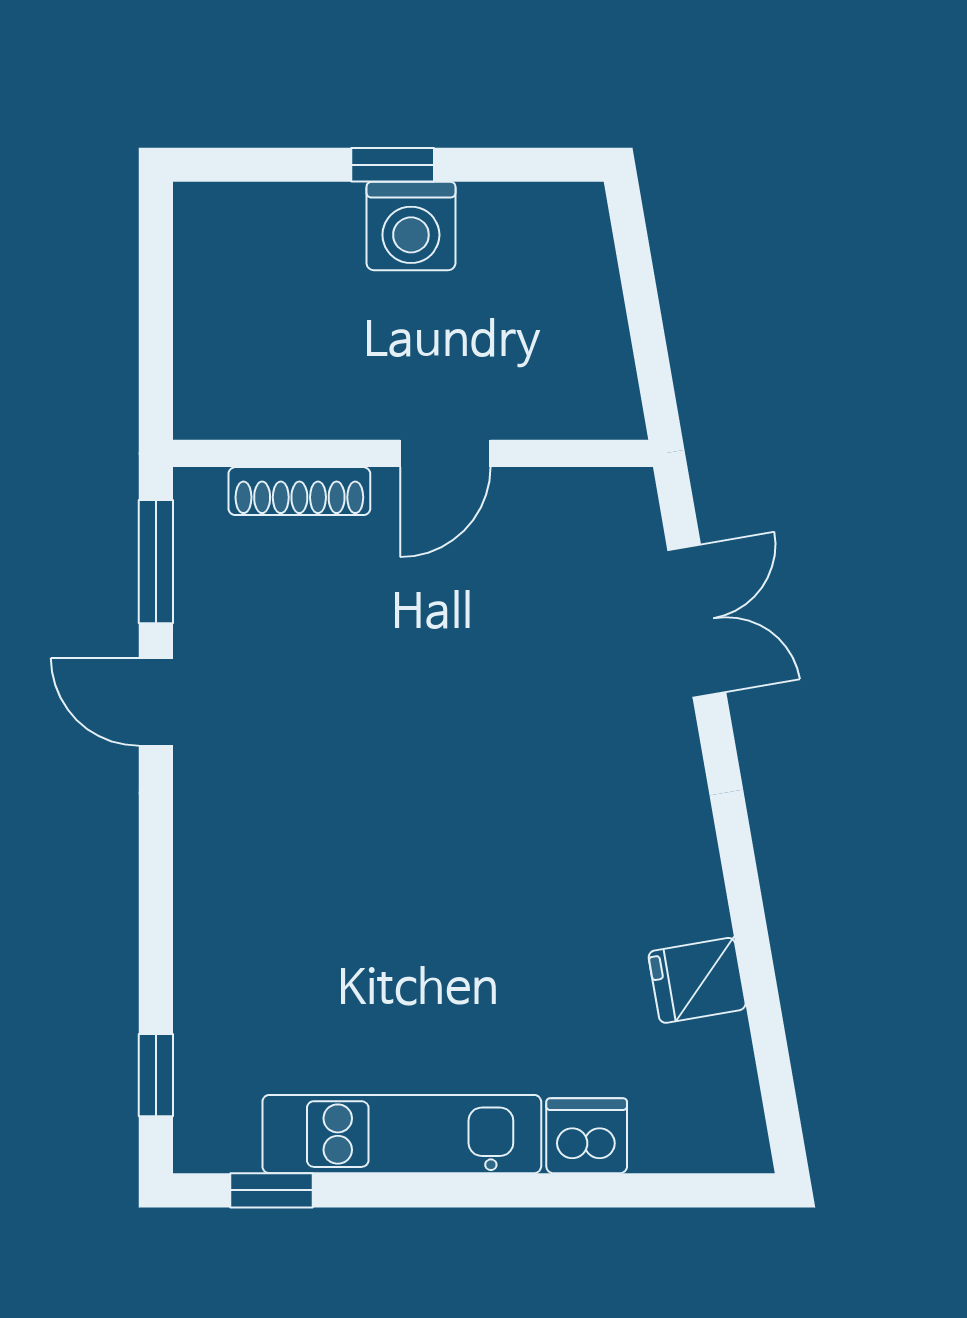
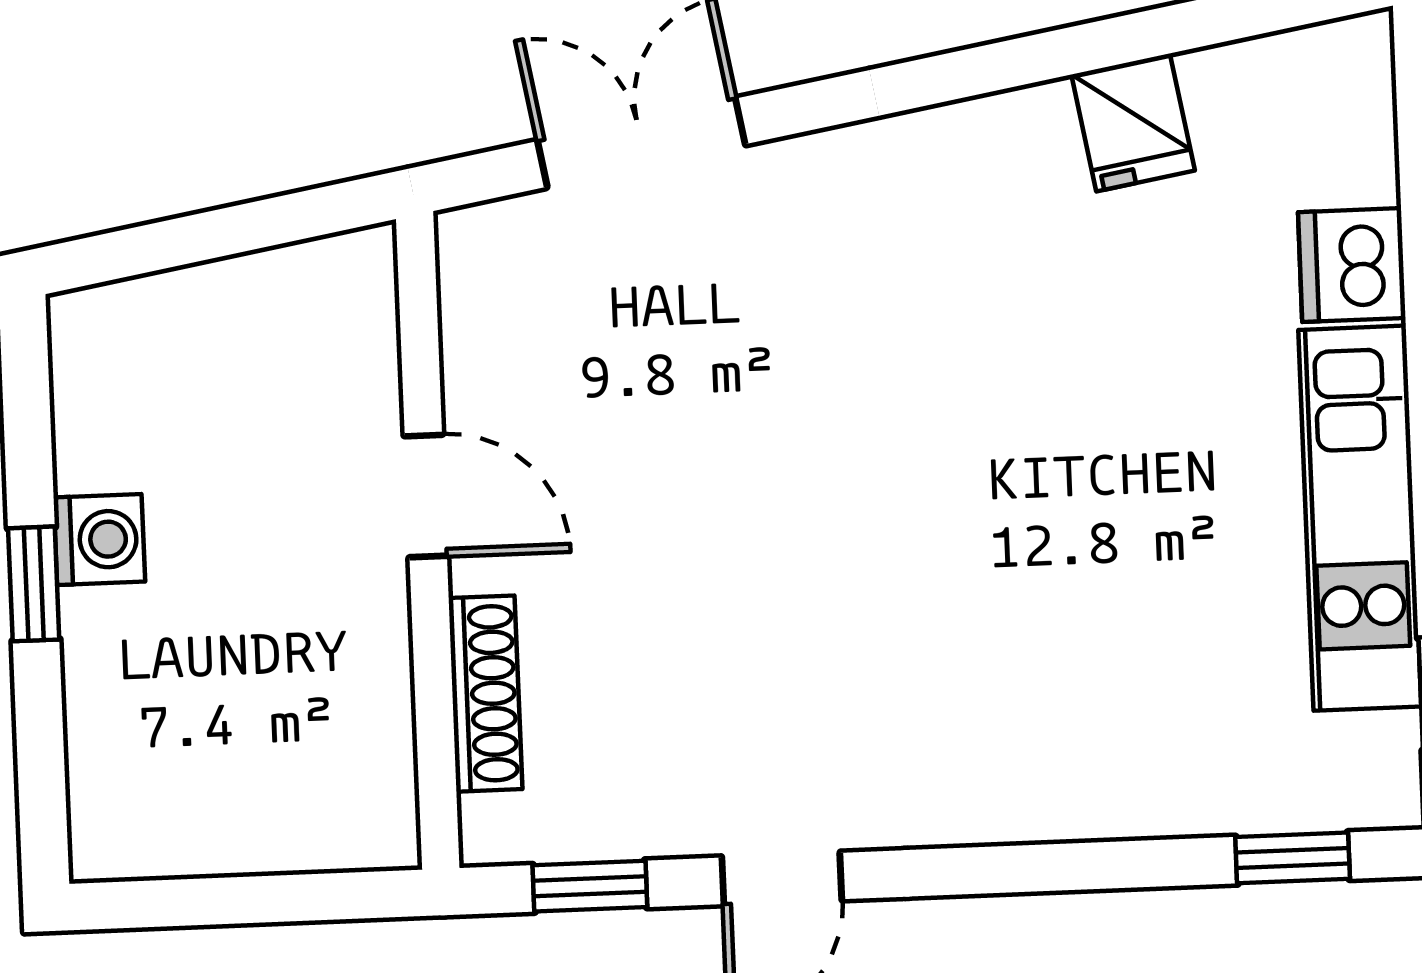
washing machine: (411, 226) -> (99, 539), width x0.73, depth x0.73
window: (156, 562) -> (590, 886), width x0.67

